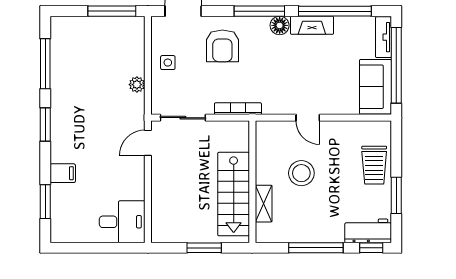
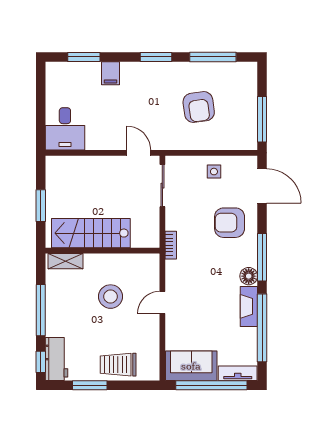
armchair: (99, 79) -> (199, 107), added
plant: (137, 85) -> (193, 143), removed
bookcase: (238, 109) -> (171, 245), width x0.64
shelving: (264, 204) -> (66, 261), moved

